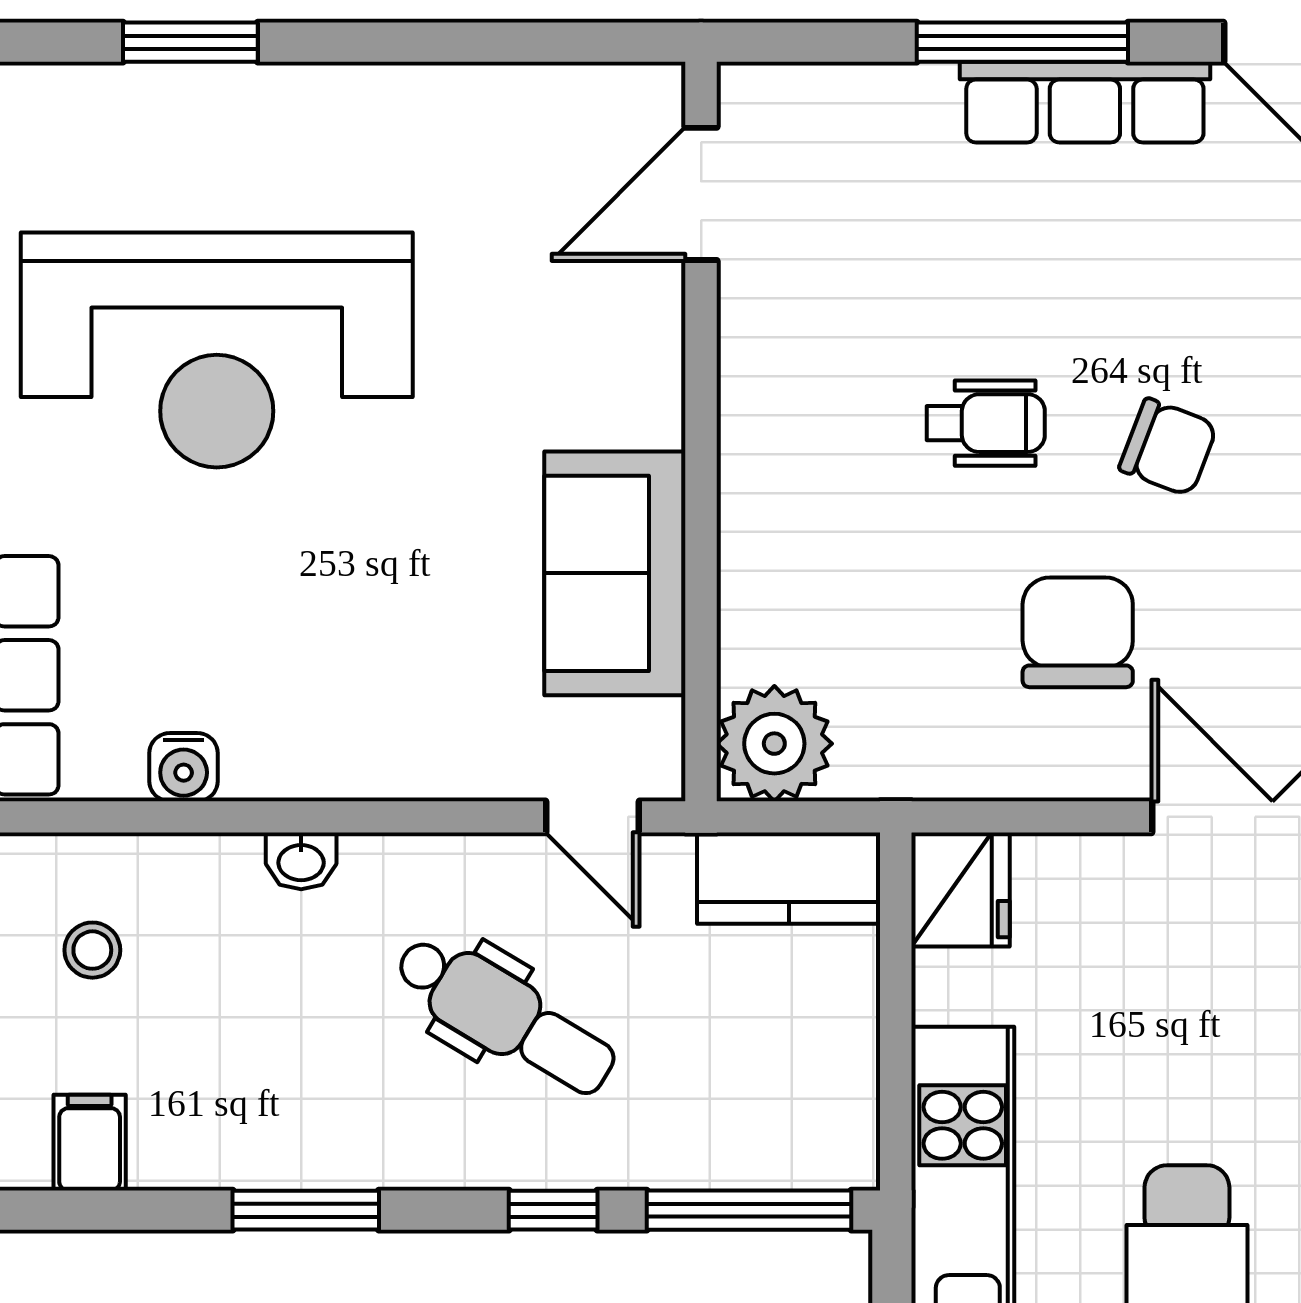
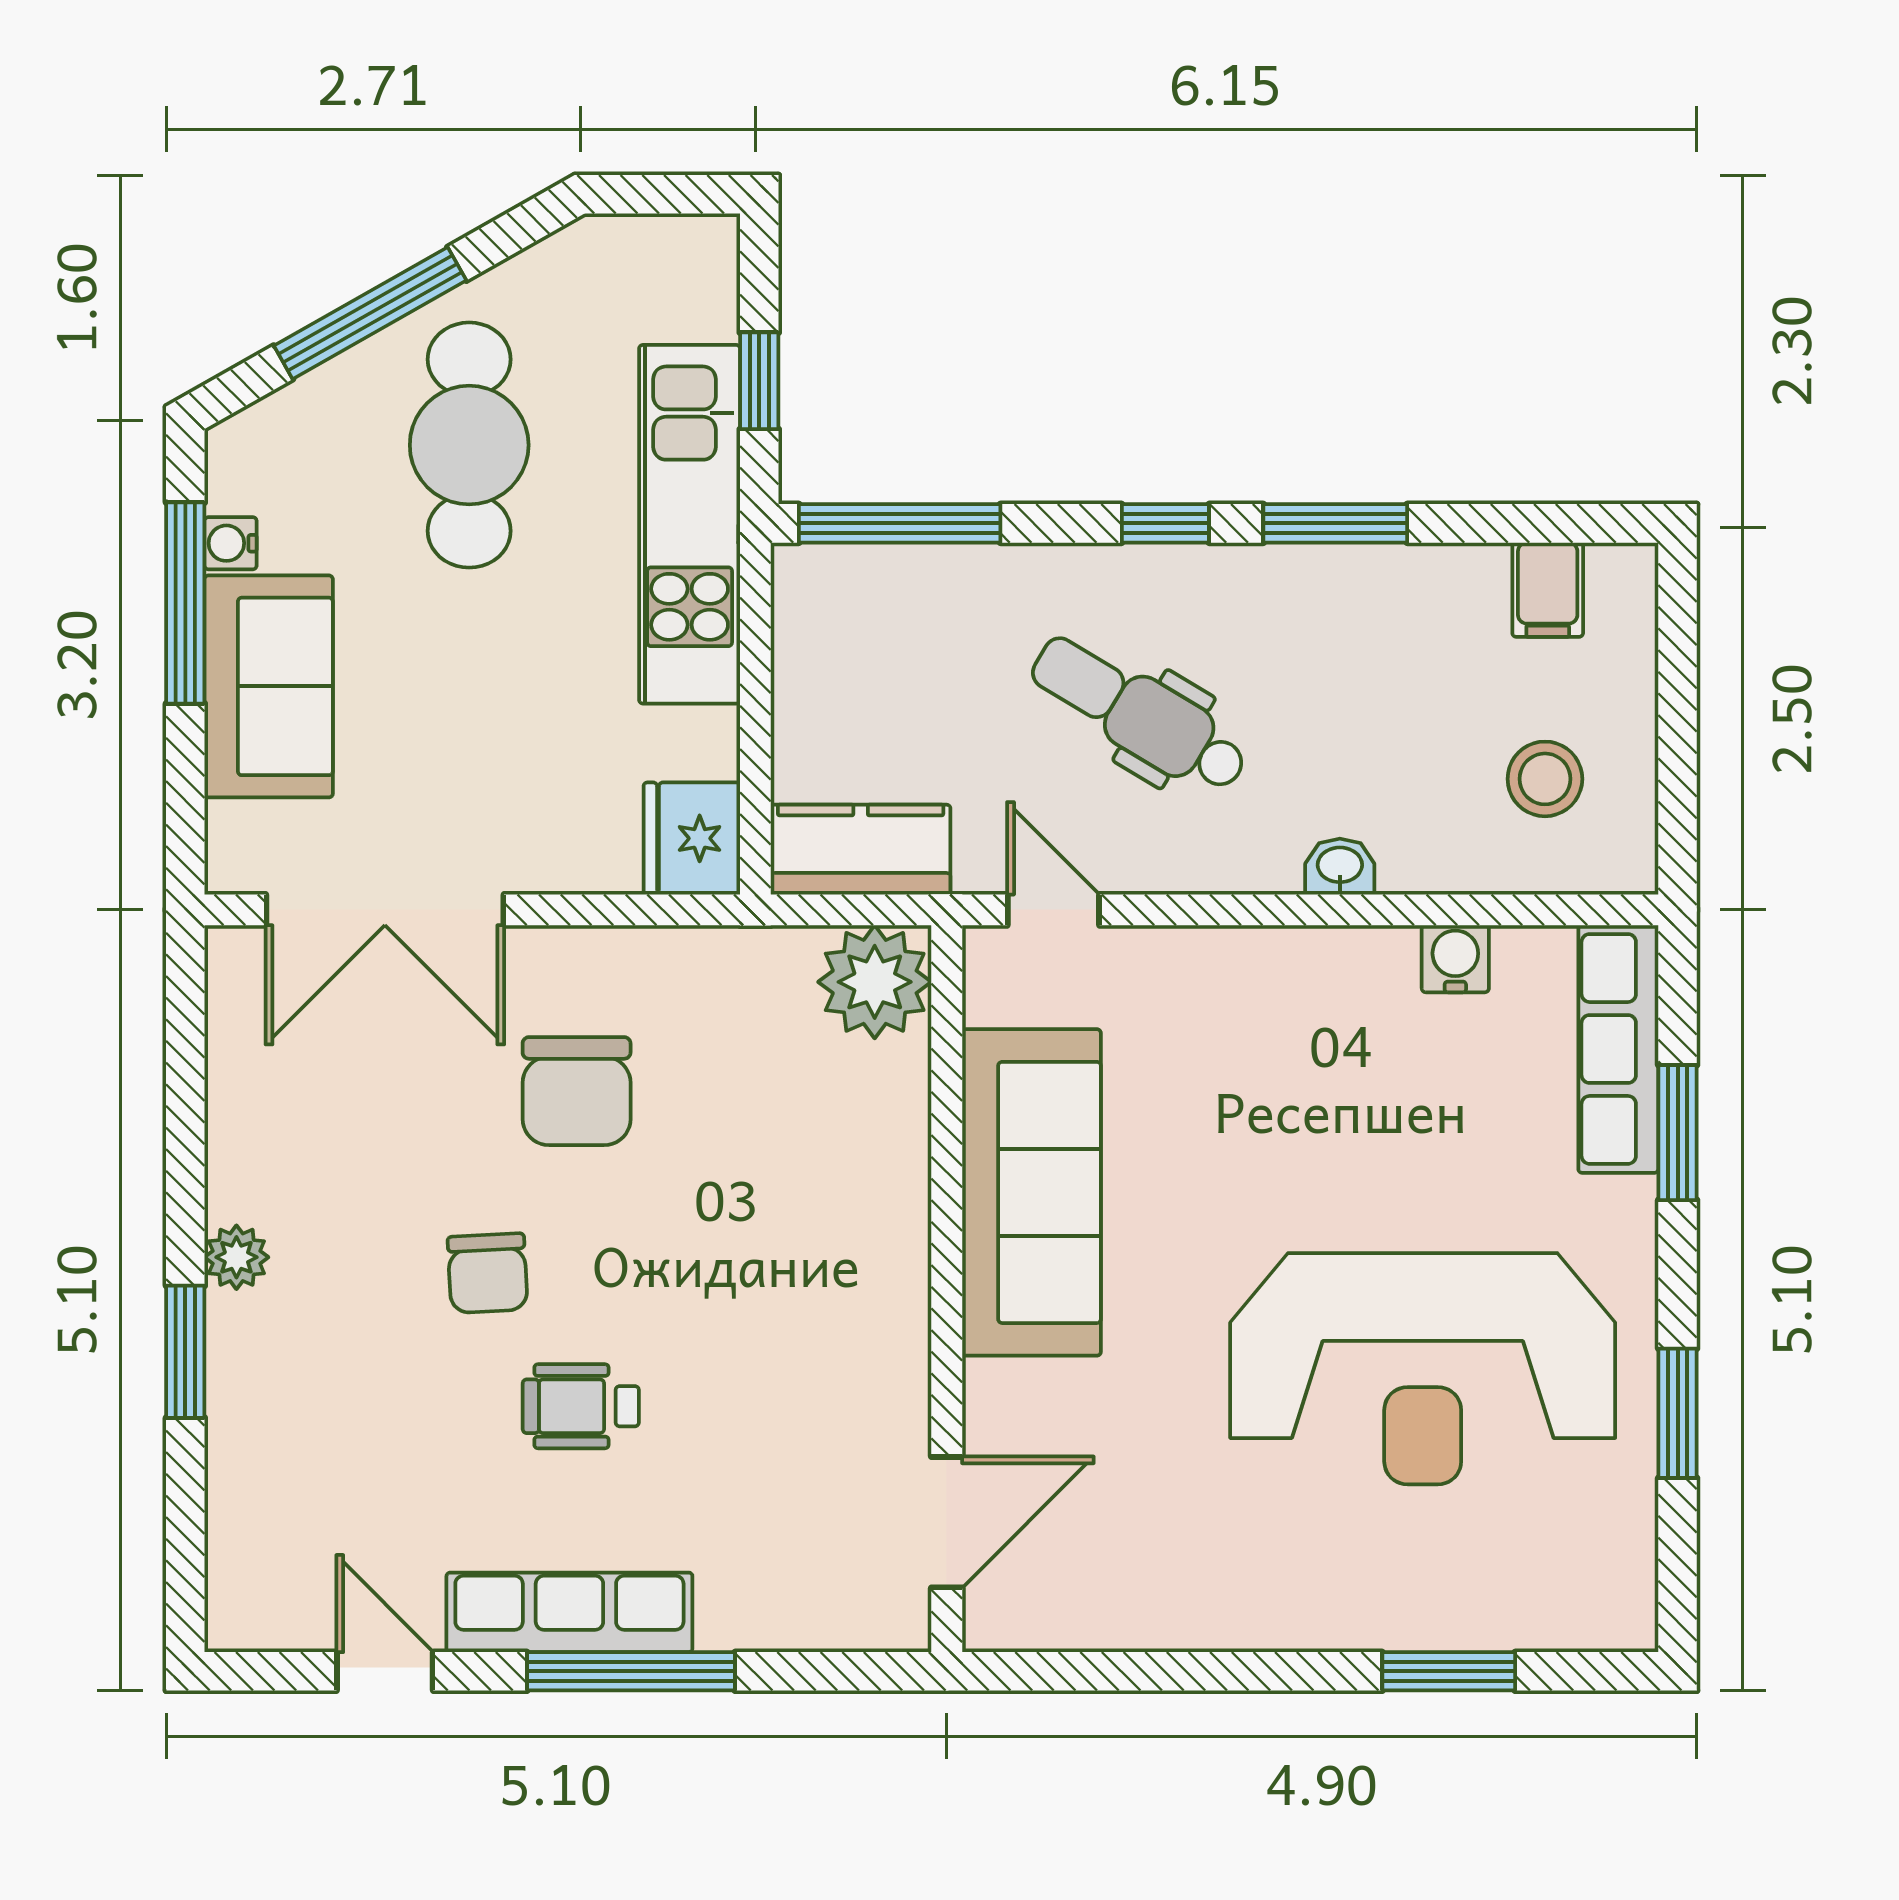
reception desk: (217, 350) -> (1423, 1369), turned 180
wheelchair: (986, 423) -> (581, 1406), moved
chair: (1168, 447) -> (488, 1273), turned -114
sofa: (615, 573) -> (1031, 1192), width x1.36
stool: (92, 950) -> (1545, 779), width x1.37, depth x1.37
window: (553, 1210) -> (1165, 523), moved

